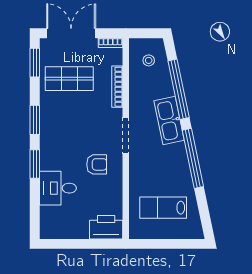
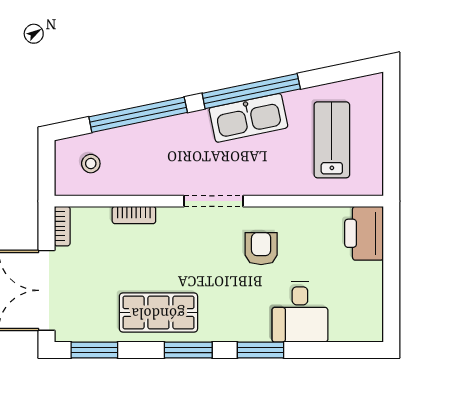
shop shelf: (69, 79) -> (158, 312), moved, turned 90
bookcase: (117, 87) -> (134, 215), width x0.64
kitchen sink: (169, 120) -> (248, 118), moved
lab bench: (163, 208) -> (332, 140), turned 180

